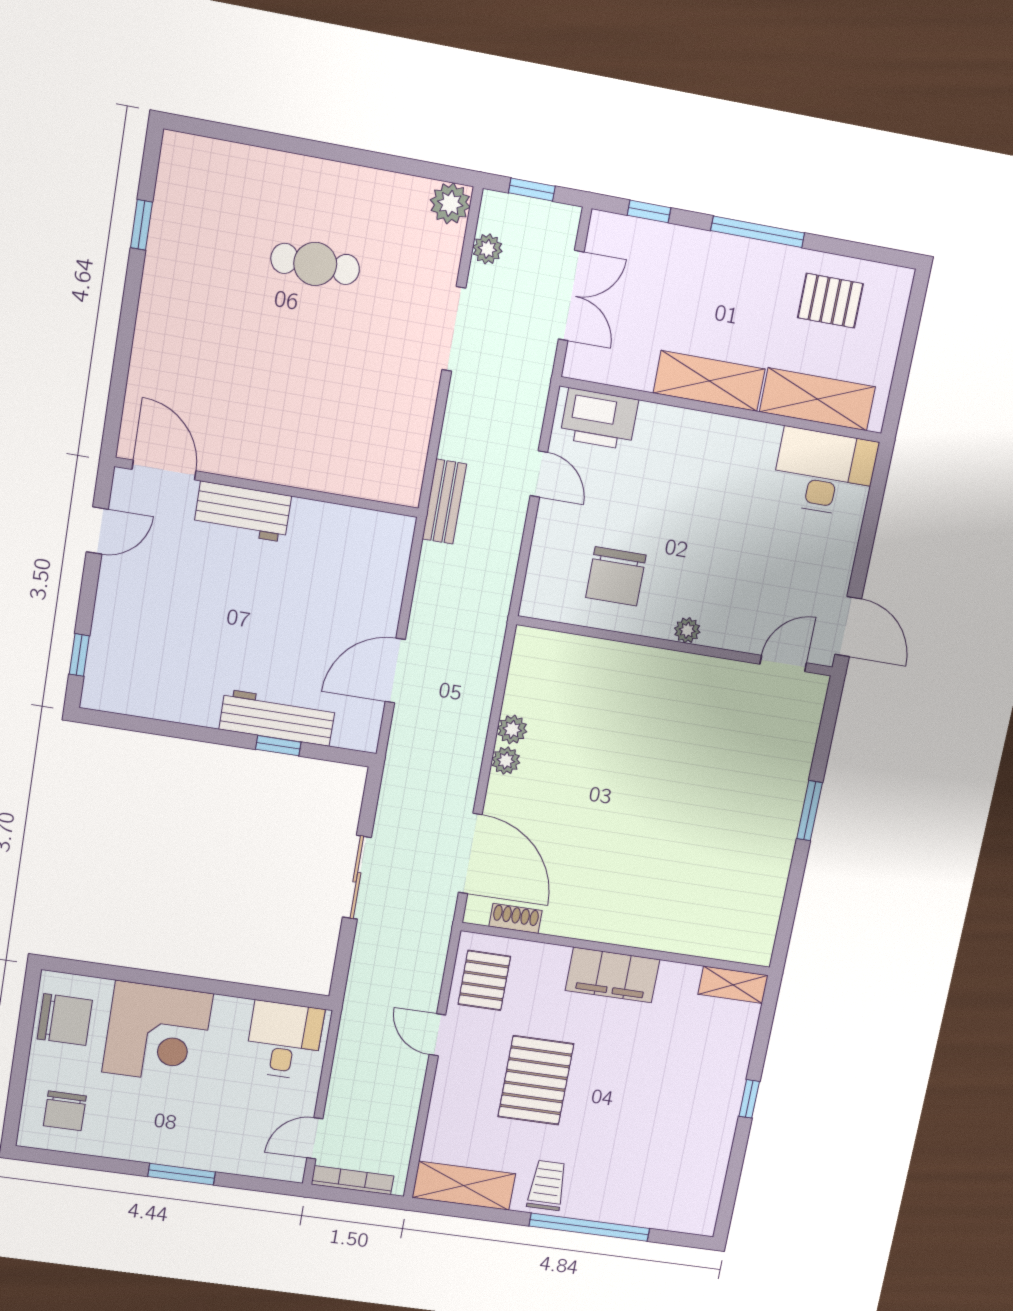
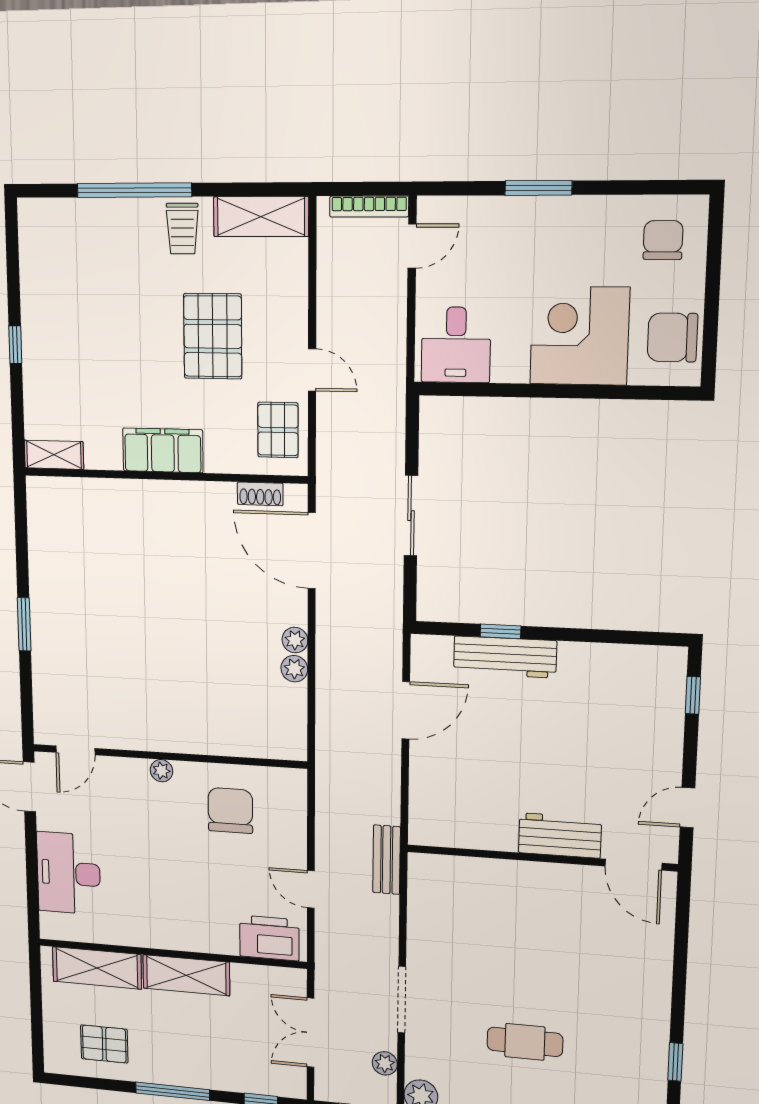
desk: (824, 472) -> (69, 873), moved, turned 90

